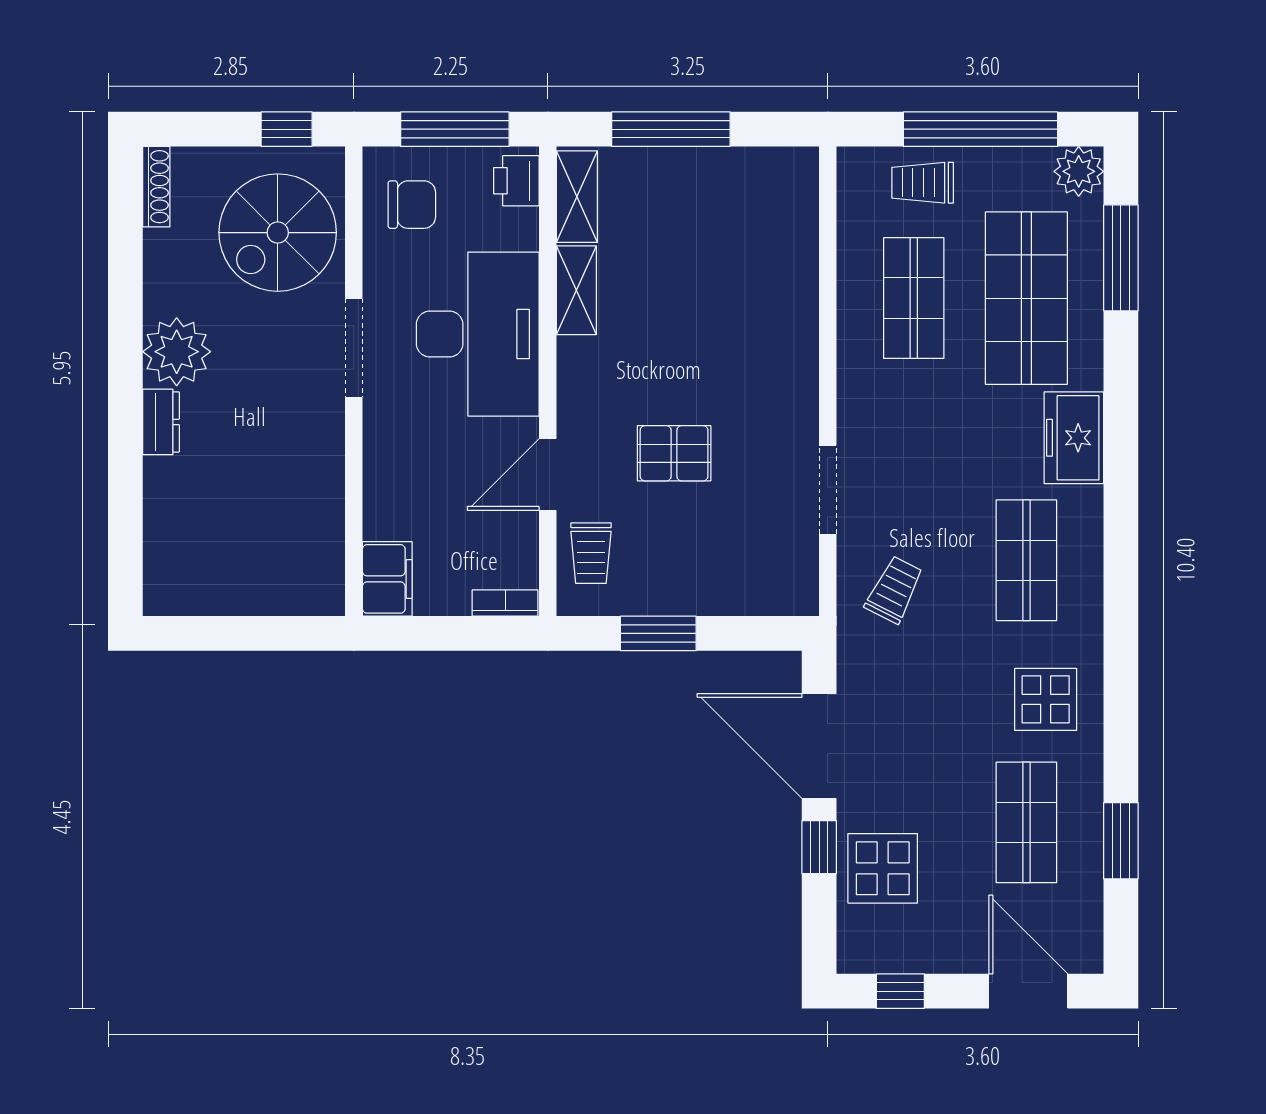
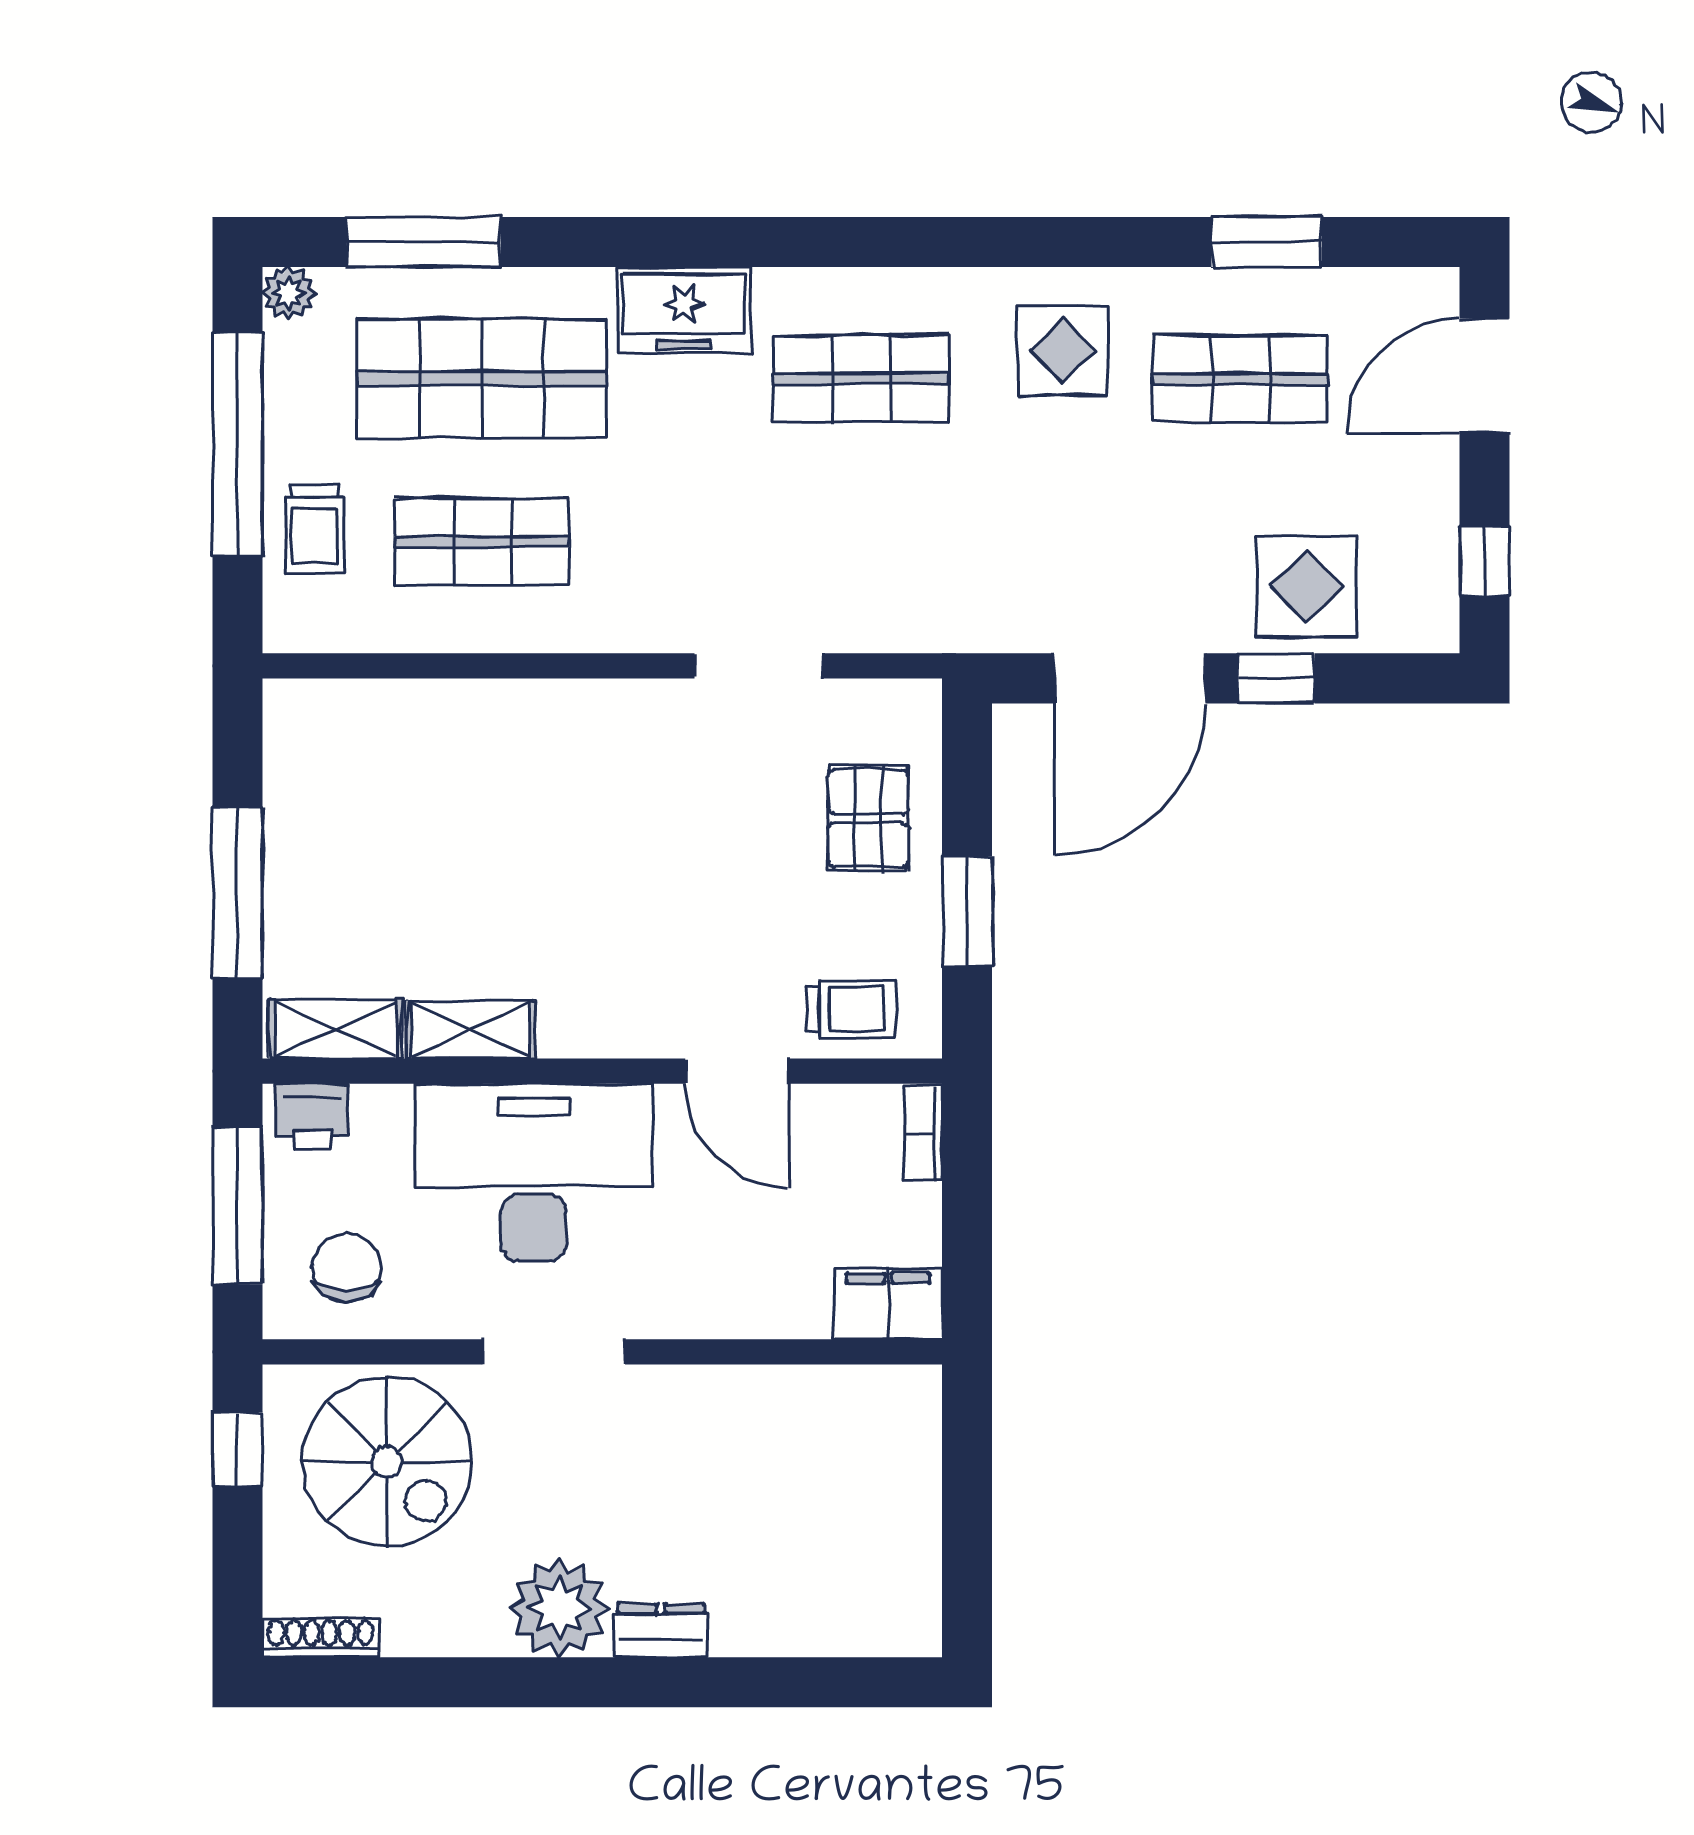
plant: (1079, 171) -> (289, 293), width x0.73, depth x0.73
pallet: (674, 453) -> (868, 819), moved
trolley: (894, 590) -> (904, 570), removed

